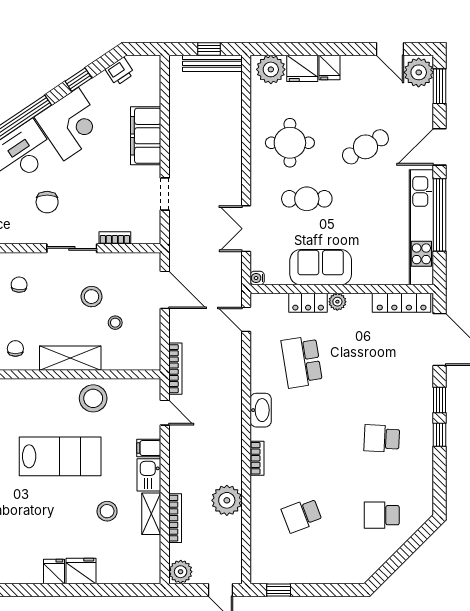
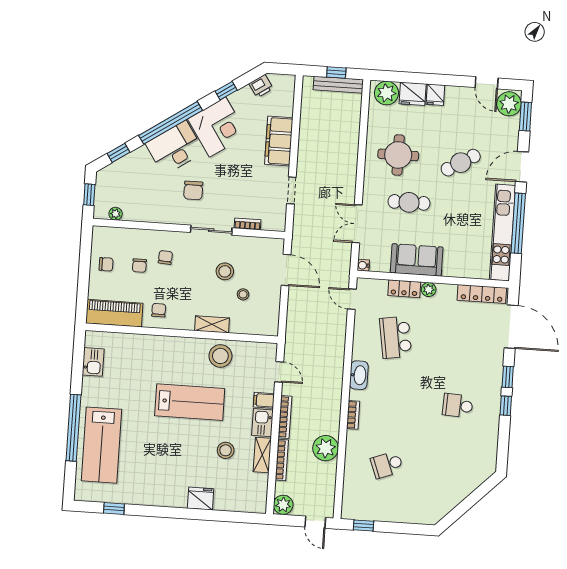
shelving: (70, 358) -> (212, 324), width x0.67, depth x0.75
bookcase: (175, 369) -> (285, 417), moved
school desk: (382, 515) -> (453, 469), removed
fridge: (54, 572) -> (178, 497), removed

